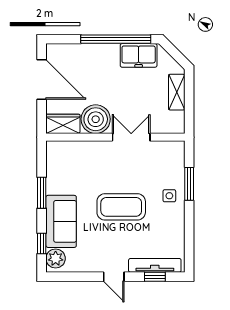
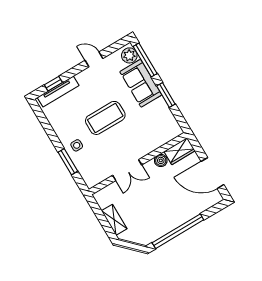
freezer: (139, 55) -> (156, 229), removed
boiler: (96, 119) -> (161, 160), width x0.54, depth x0.54
window: (42, 244) -> (145, 60), width x2.17
door: (114, 277) -> (94, 59), moved

